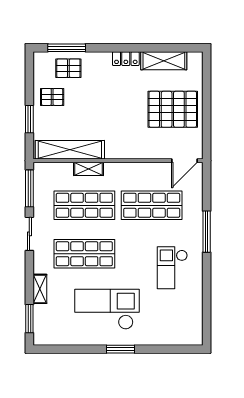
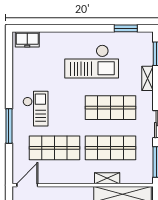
checkout: (172, 268) -> (35, 109), moved
freezer: (185, 336) -> (27, 39), added
window: (121, 349) -> (126, 28), moved

